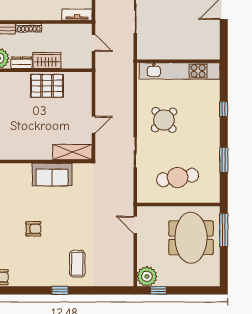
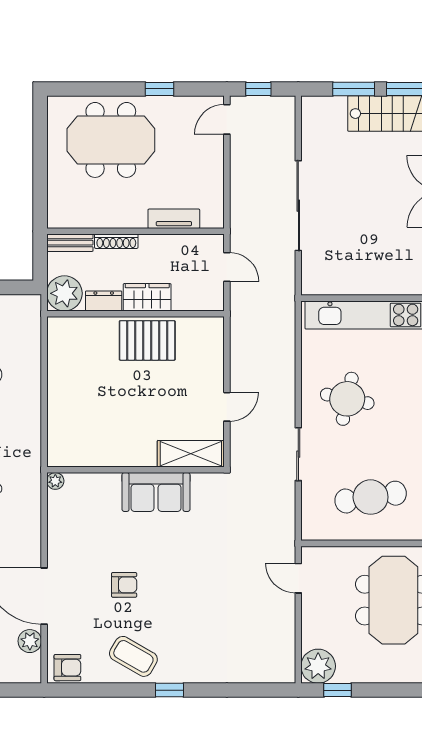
tv unit: (77, 15) -> (174, 219), moved
round table: (164, 120) -> (347, 399), turned -35
coffee table: (77, 264) -> (133, 656), moved, turned -60

